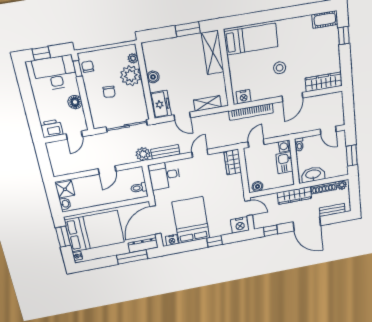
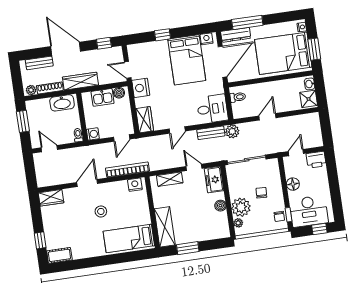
wardrobe: (324, 82) -> (51, 198), width x0.67
kitchen sink: (284, 163) -> (103, 97), moved, turned 90
nightstand: (240, 225) -> (141, 88), moved, turned -90

